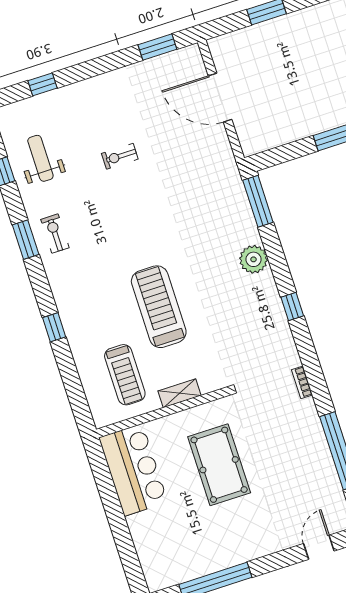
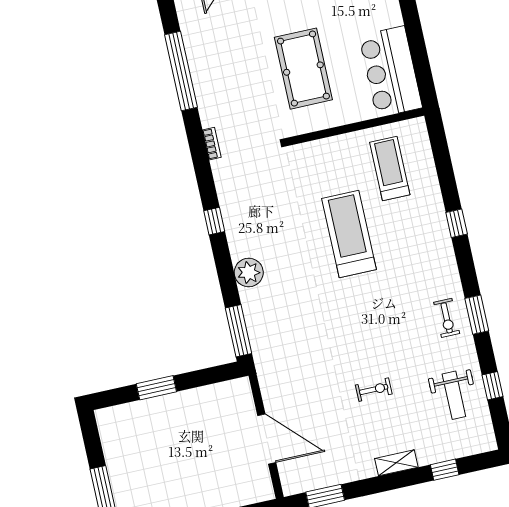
treadmill: (159, 307) -> (349, 234), turned 180
shelving: (179, 393) -> (396, 463), moved

